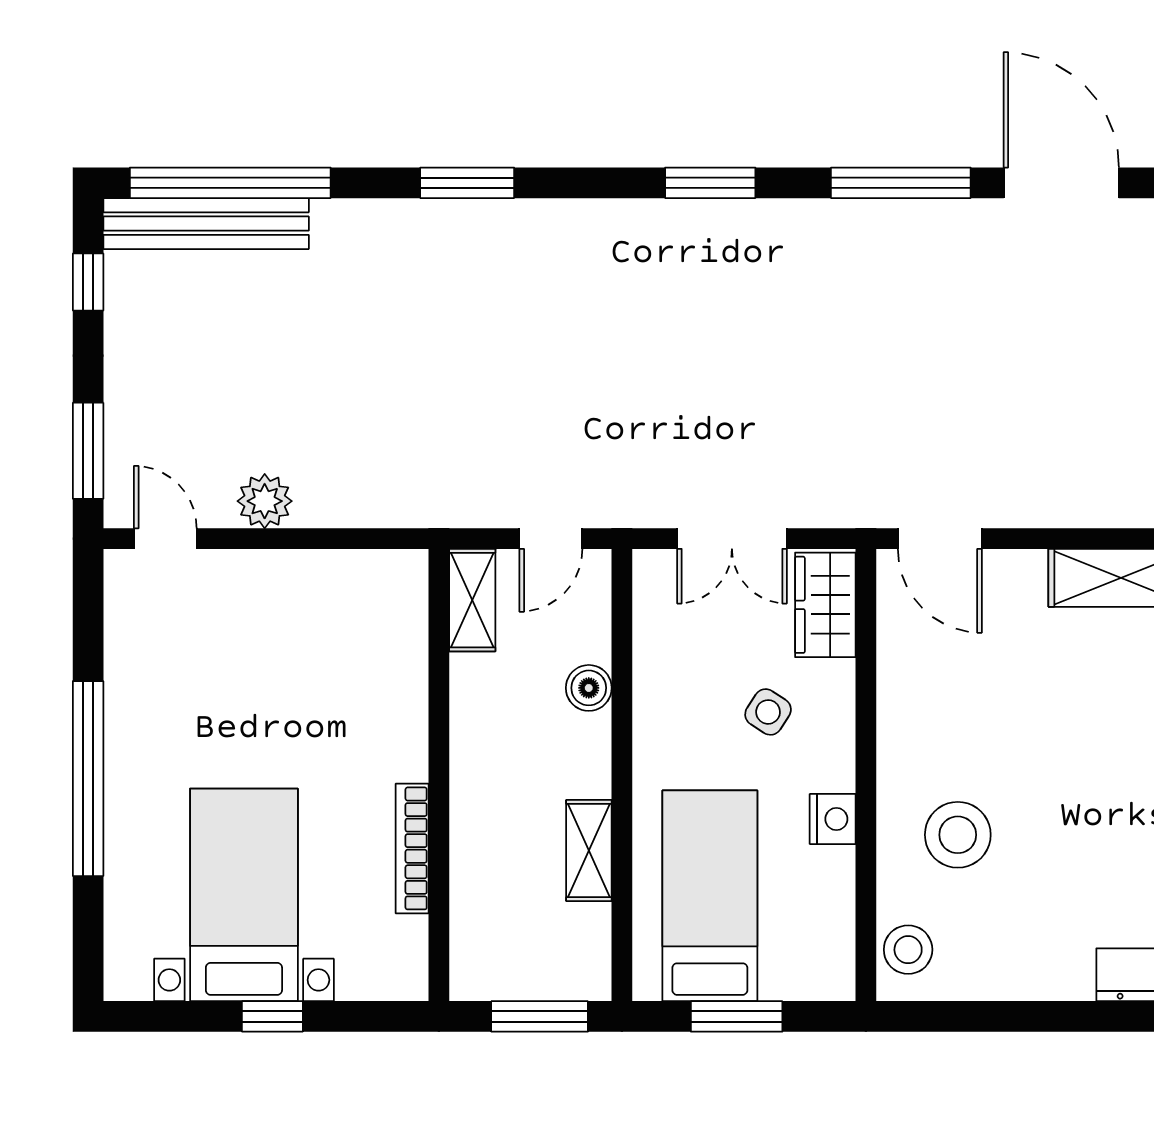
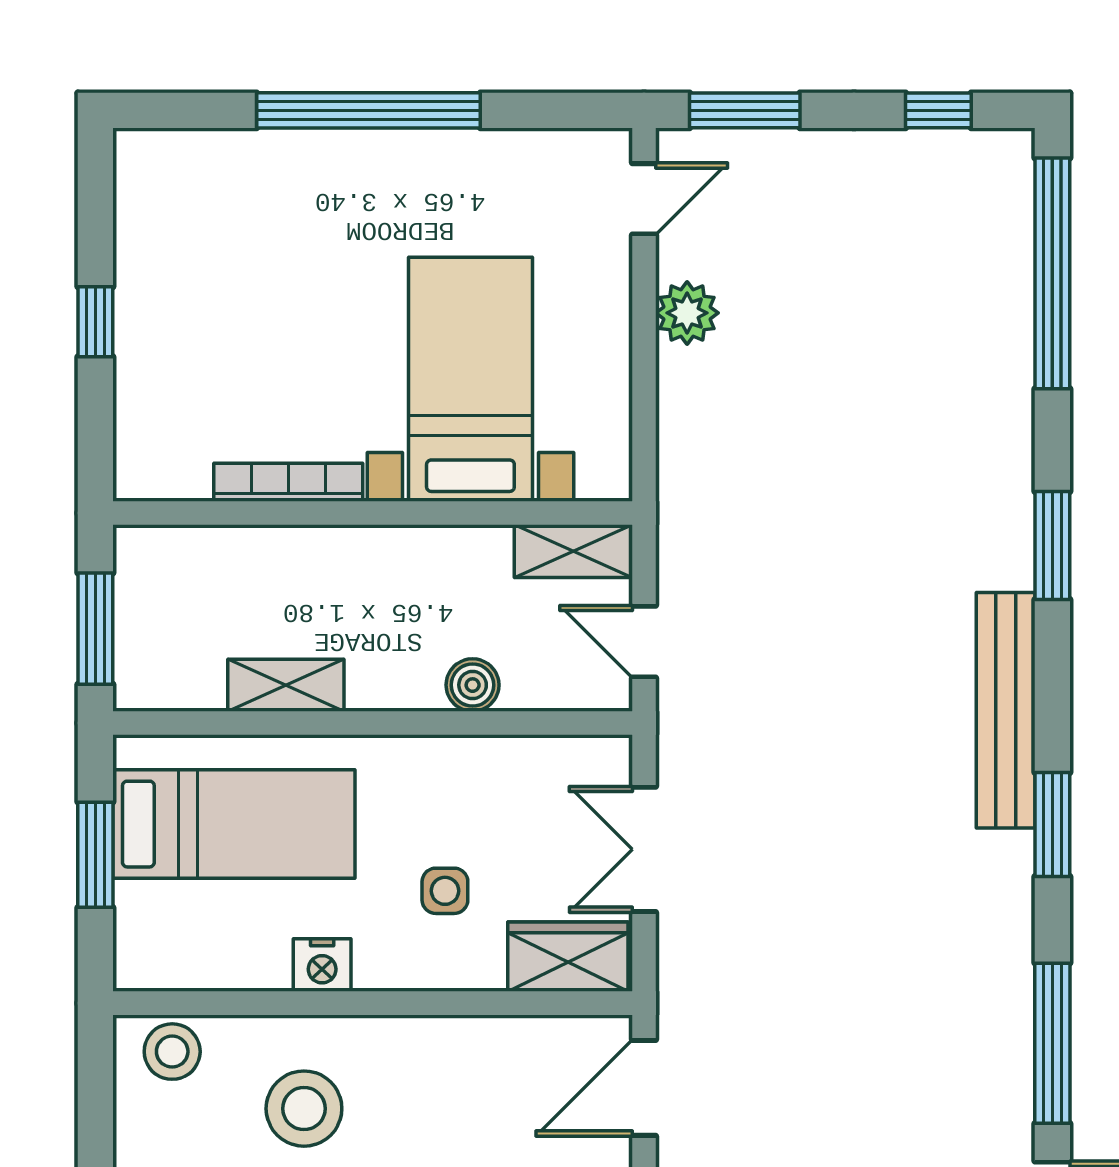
bench: (206, 224) -> (1006, 710), moved
side table: (768, 712) -> (445, 891), turned -33
bed with nightstands: (244, 895) -> (470, 379), moved, turned -90

